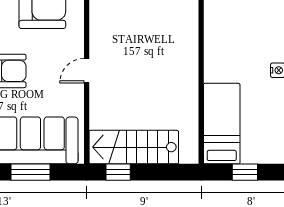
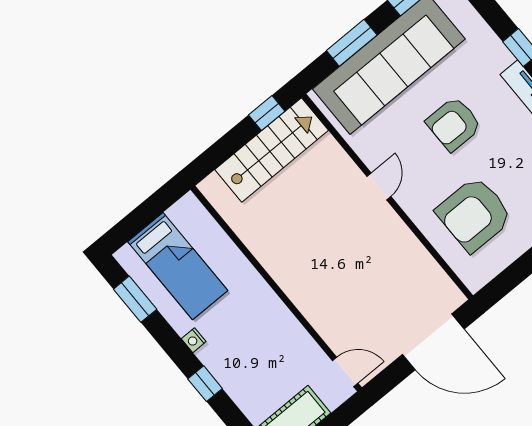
bed: (222, 124) -> (178, 266), moved
window: (245, 172) -> (144, 215), removed

